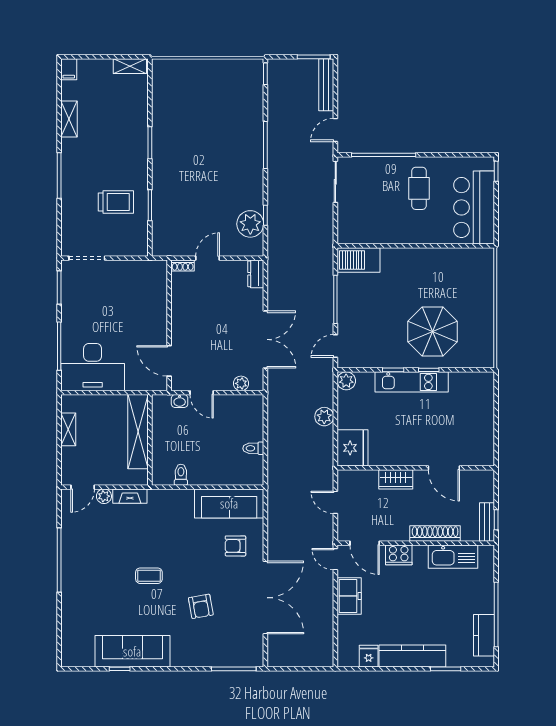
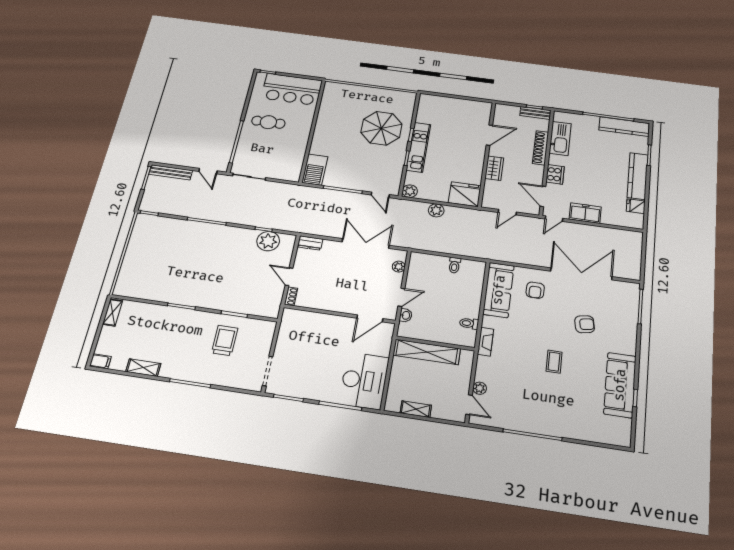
fireplace: (130, 496) -> (486, 342), moved
door: (365, 543) -> (543, 196), swing flipped
kitchen counter: (484, 635) -> (624, 127), width x1.50

